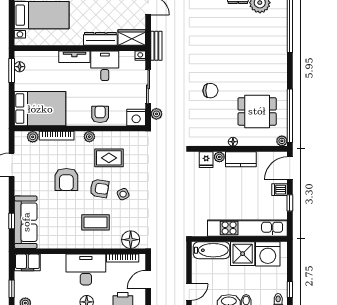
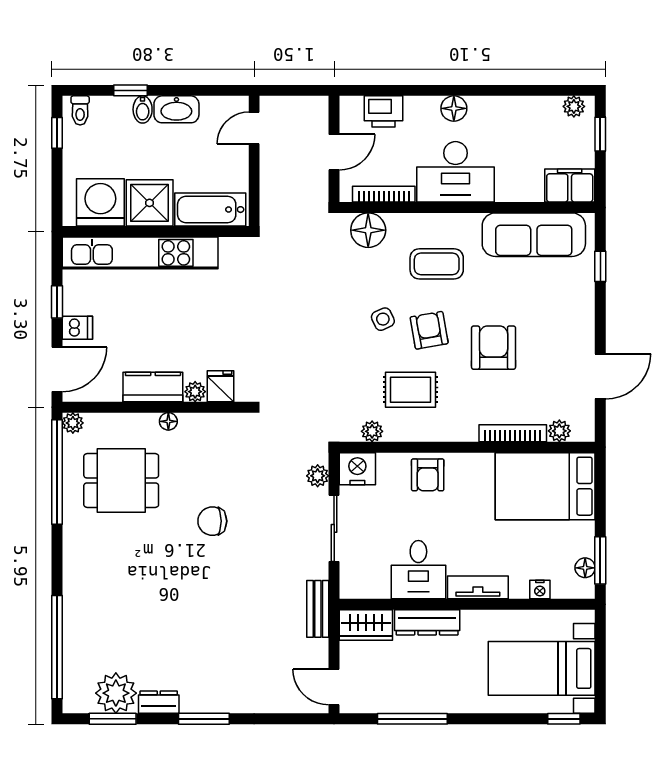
nightstand: (140, 56) -> (540, 590), moved
plant: (89, 137) -> (372, 431), moved
armchair: (99, 188) -> (429, 330), turned 71
sofa: (26, 222) -> (534, 235), moved, turned -90

